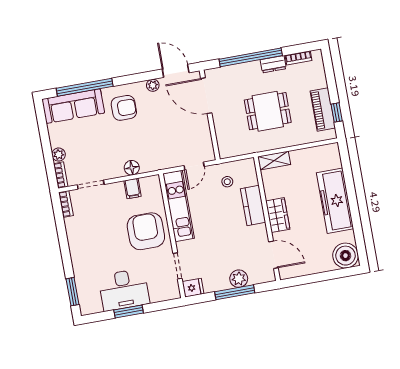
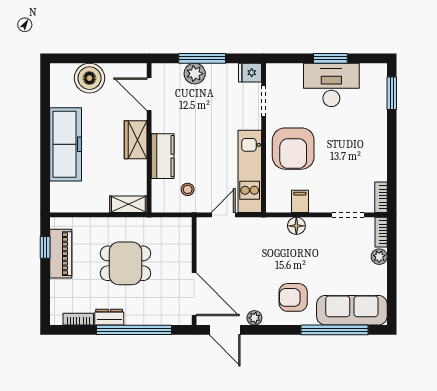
boiler: (345, 256) -> (89, 78), moved

